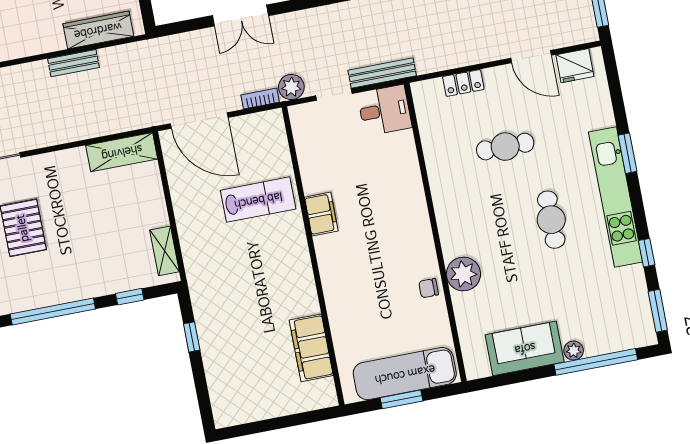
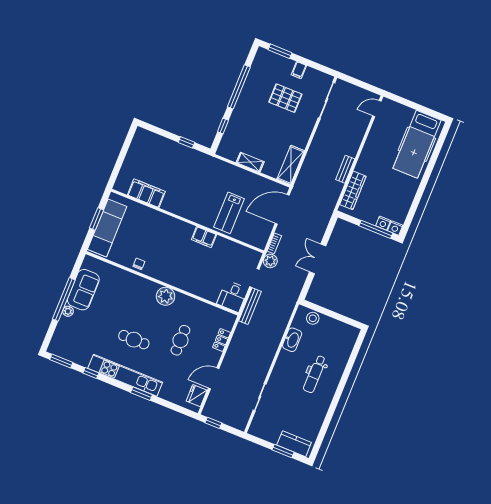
shelving: (165, 251) -> (250, 162), moved
plant: (463, 274) -> (166, 296), moved
window: (596, 362) -> (64, 299), moved

